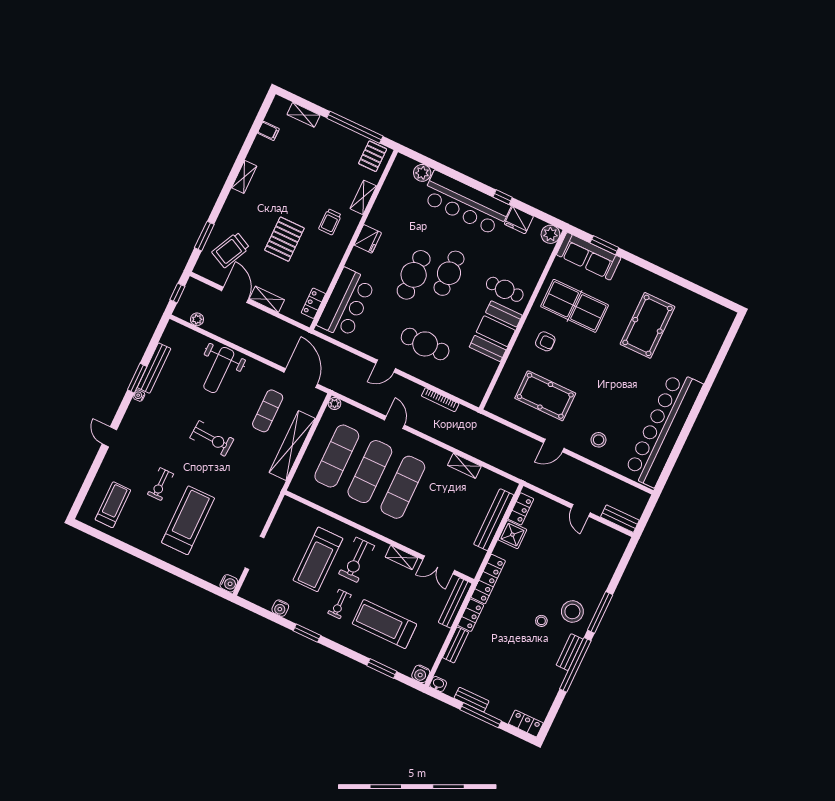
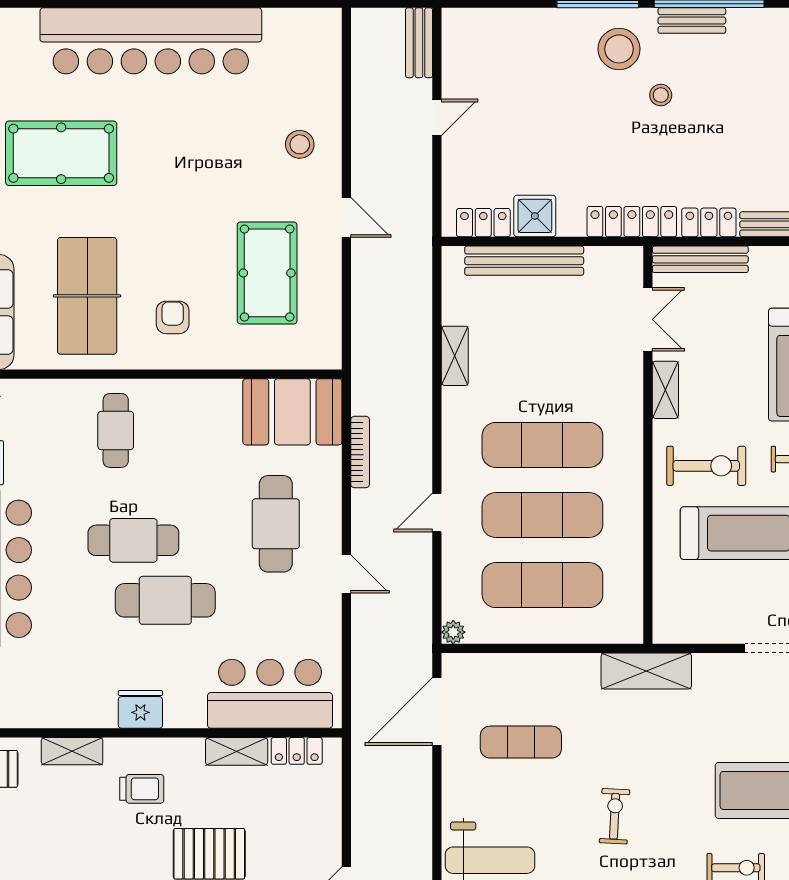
shelving: (267, 299) -> (237, 751), moved, turned 90
booth: (496, 331) -> (292, 412), moved
bar counter: (663, 429) -> (151, 41), moved
exercise bike: (212, 438) -> (615, 816), width x0.73, depth x0.72
shelving: (292, 446) -> (646, 671), moved, width x0.68

